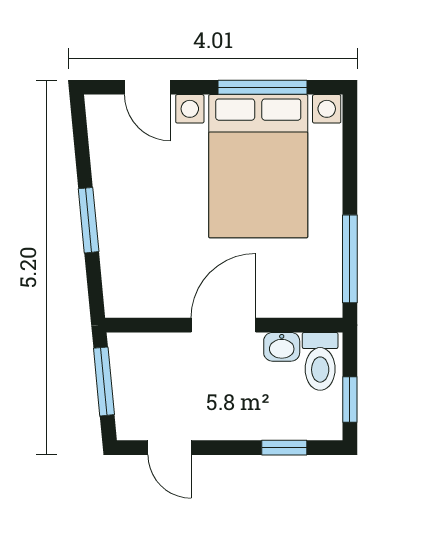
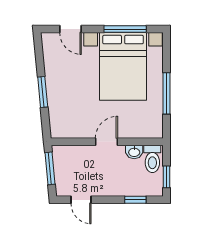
window: (350, 259) -> (166, 93), moved
door: (223, 325) -> (107, 142), width x0.73

